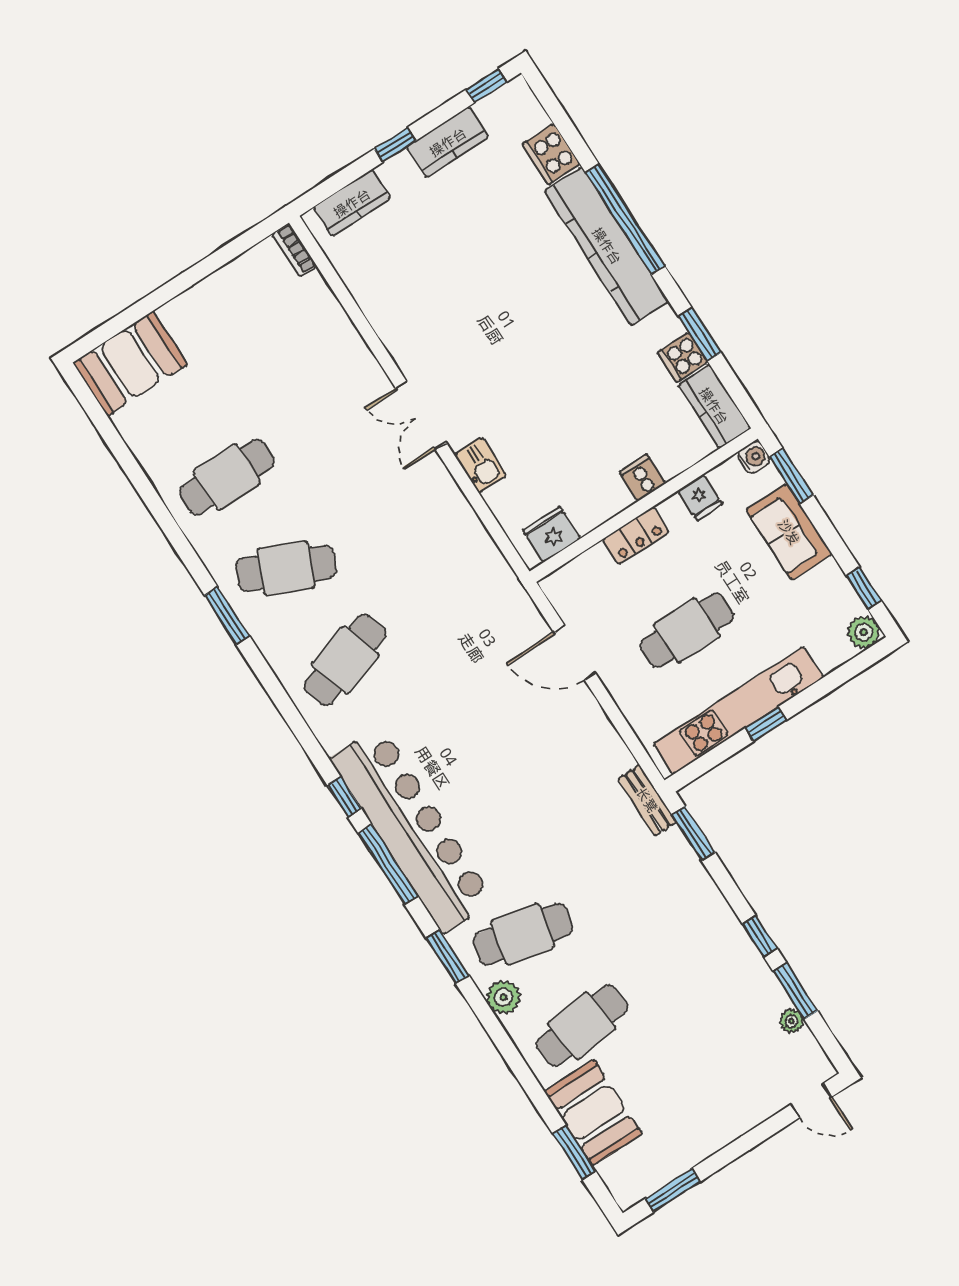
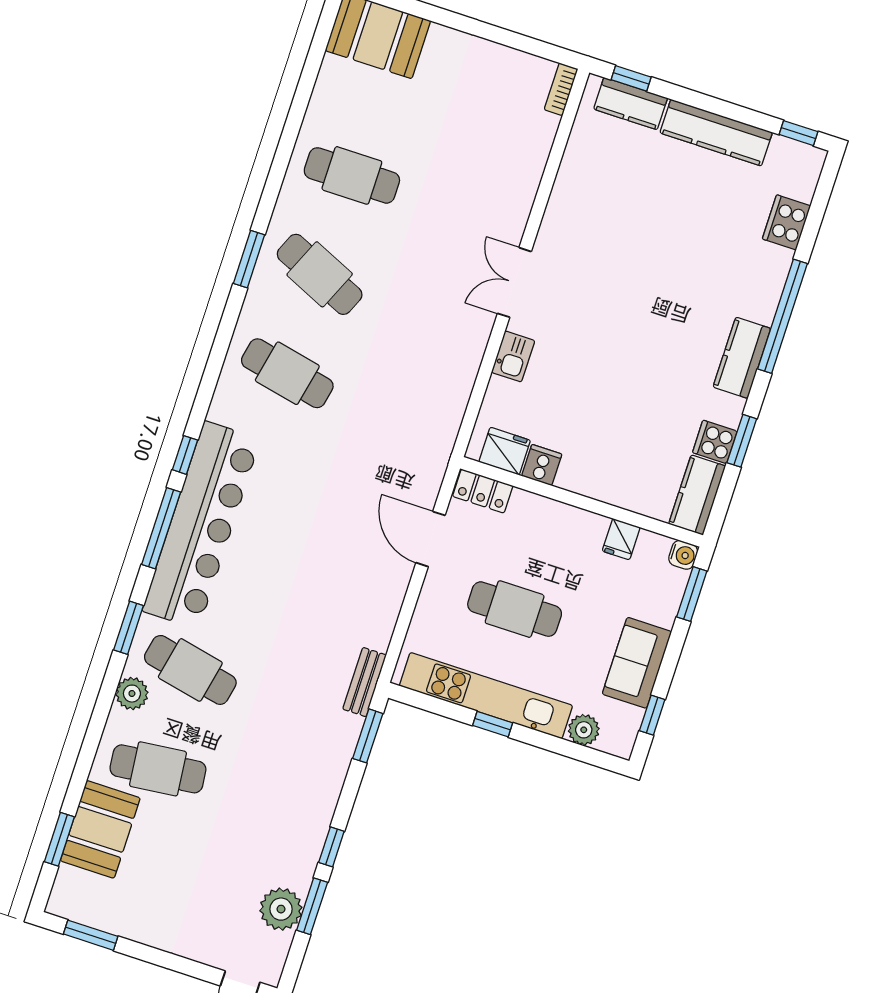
kitchen counter: (448, 142) -> (716, 133), width x1.50
window: (395, 145) -> (631, 78), moved
kitchen counter: (607, 246) -> (742, 358), width x0.48, depth x0.86
cooker: (643, 478) -> (542, 465), moved
sofa: (789, 532) -> (637, 663), moved
locker: (636, 536) -> (483, 491), moved
plant: (864, 632) -> (584, 730), moved
cafe table: (345, 660) -> (287, 373), turned 30
plant: (791, 1021) -> (281, 909), width x1.88, depth x1.88

